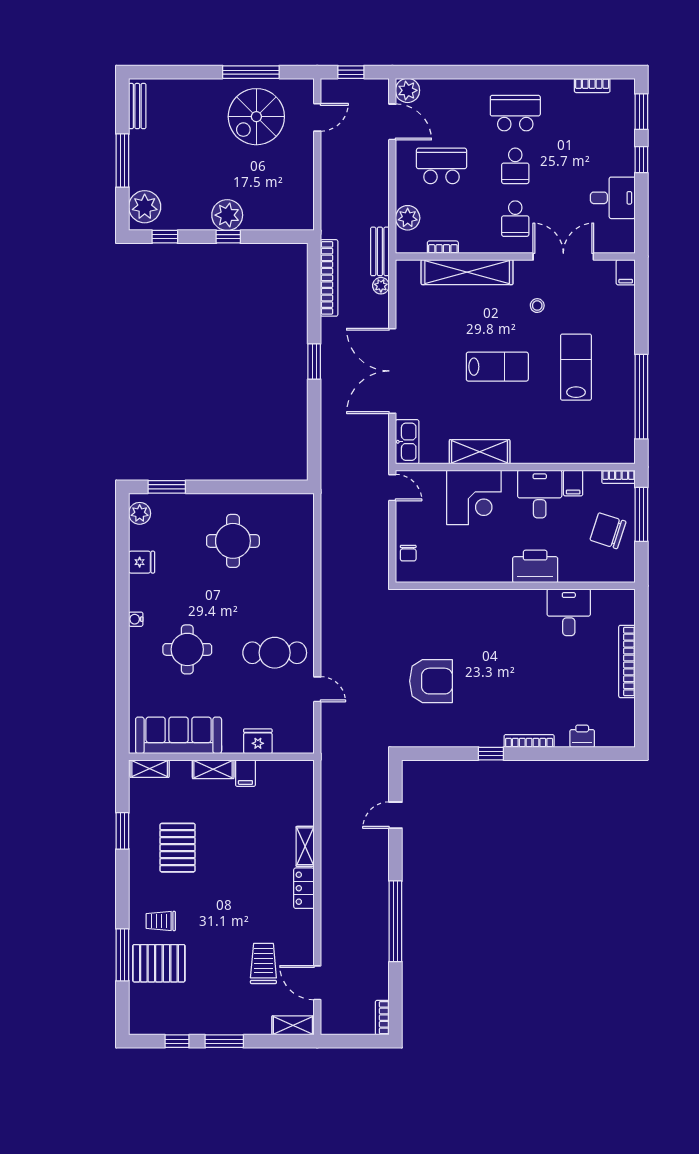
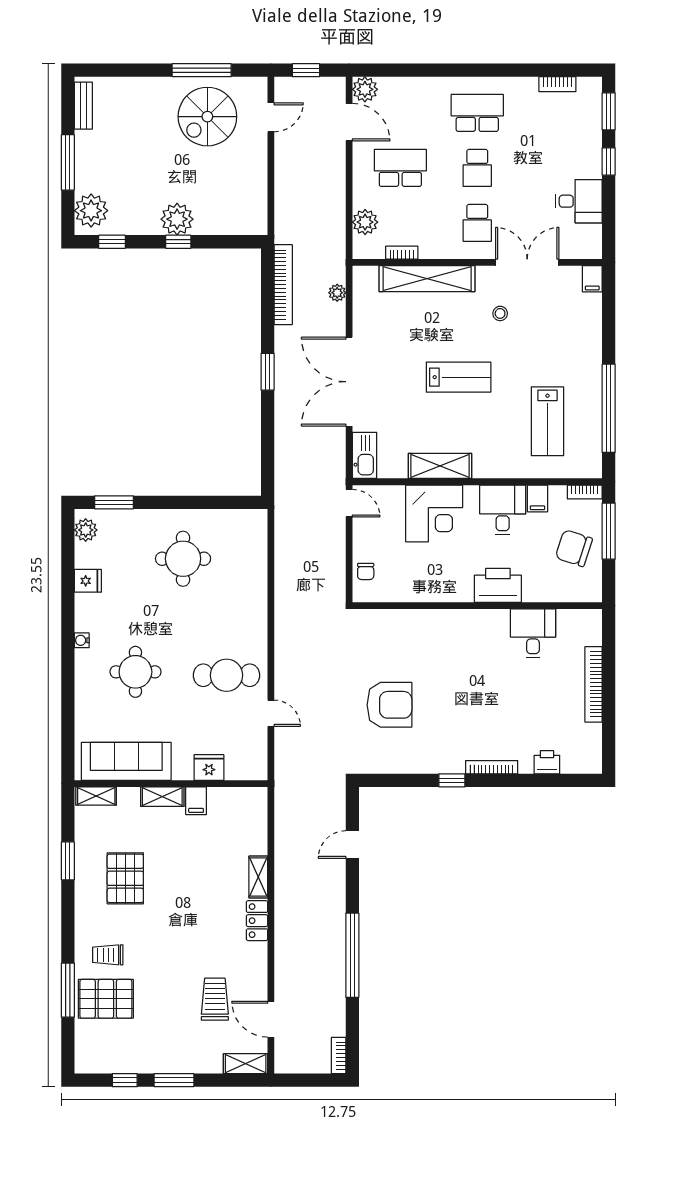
bench: (380, 251) -> (336, 257), removed
lab bench: (576, 367) -> (547, 421), moved, turned 180

